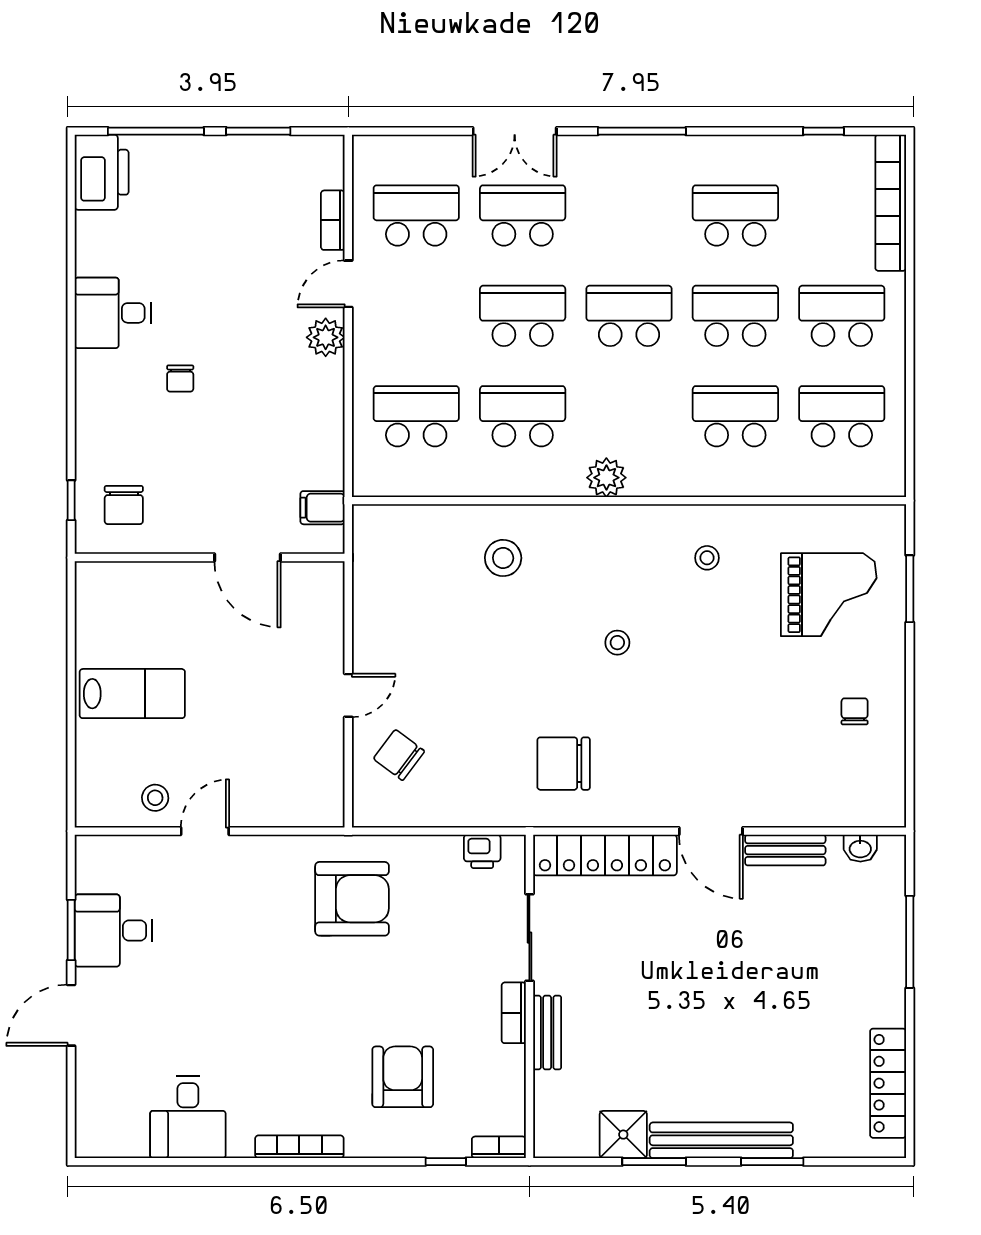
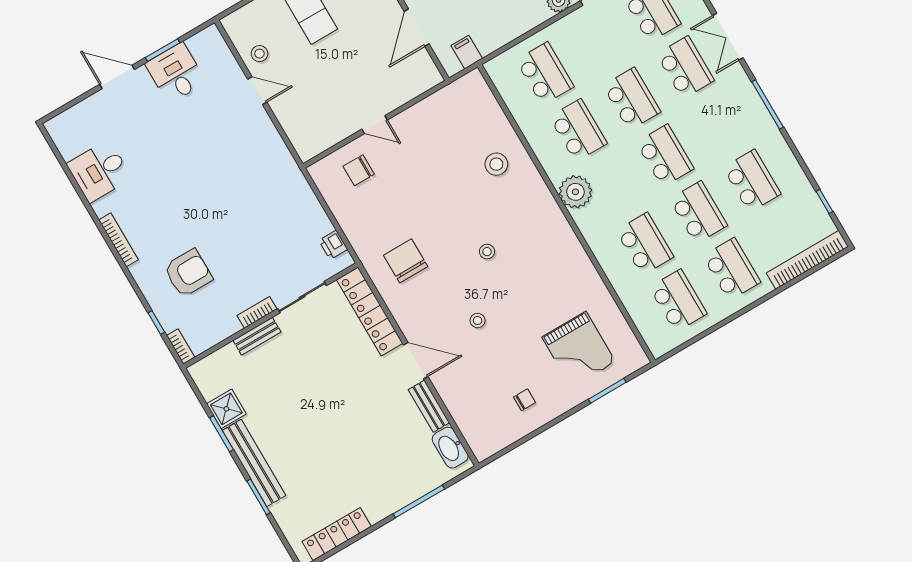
plant: (606, 478) -> (575, 192), width x1.36, depth x1.36
stool: (707, 558) -> (478, 320), moved
chair: (399, 755) -> (359, 170), turned -127
door: (711, 831) -> (416, 361), swing flipped
washbasin: (860, 848) -> (450, 448), width x1.91, depth x1.45
armchair: (352, 899) -> (267, 190), removed

